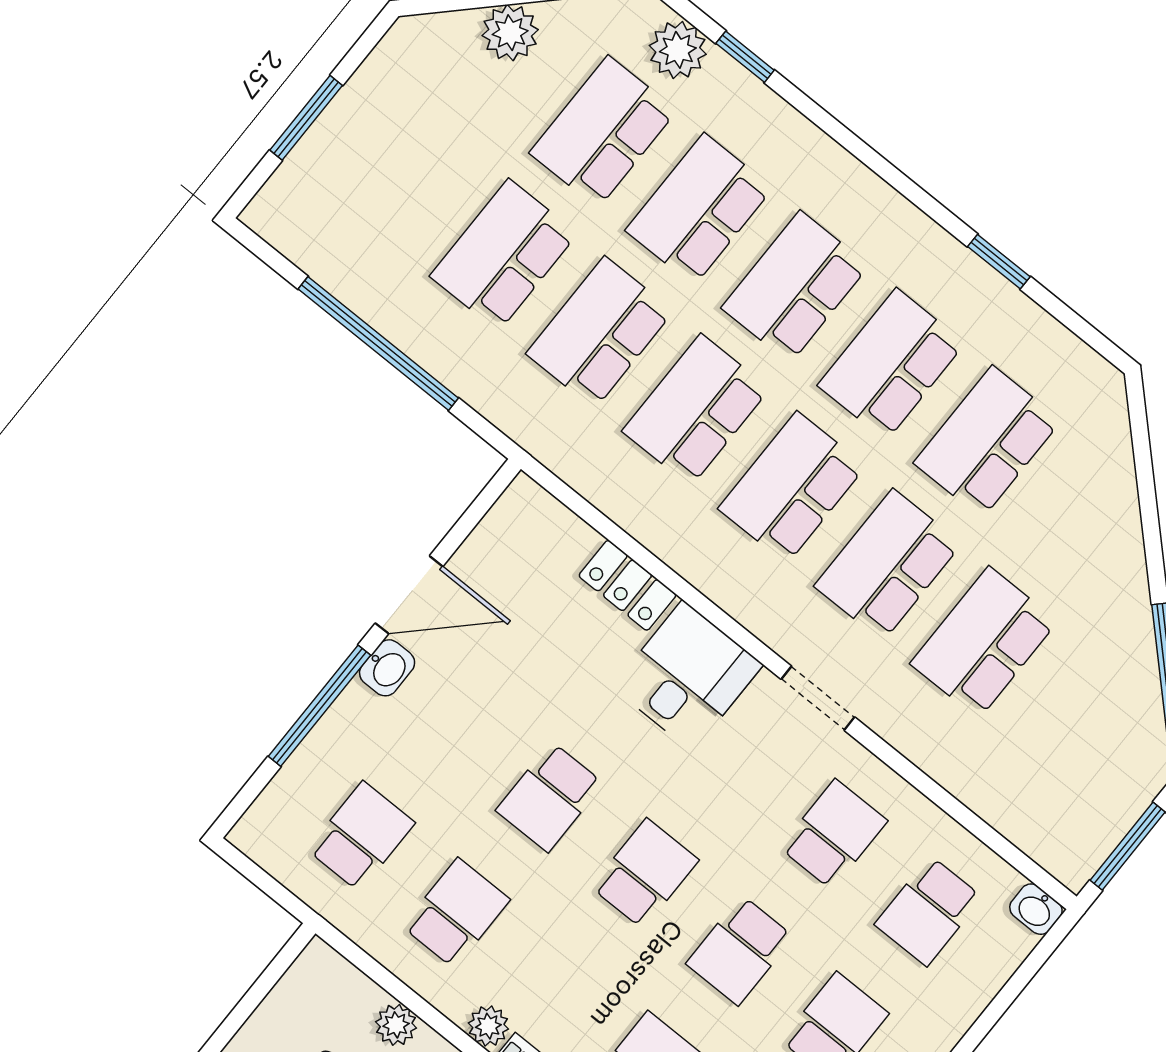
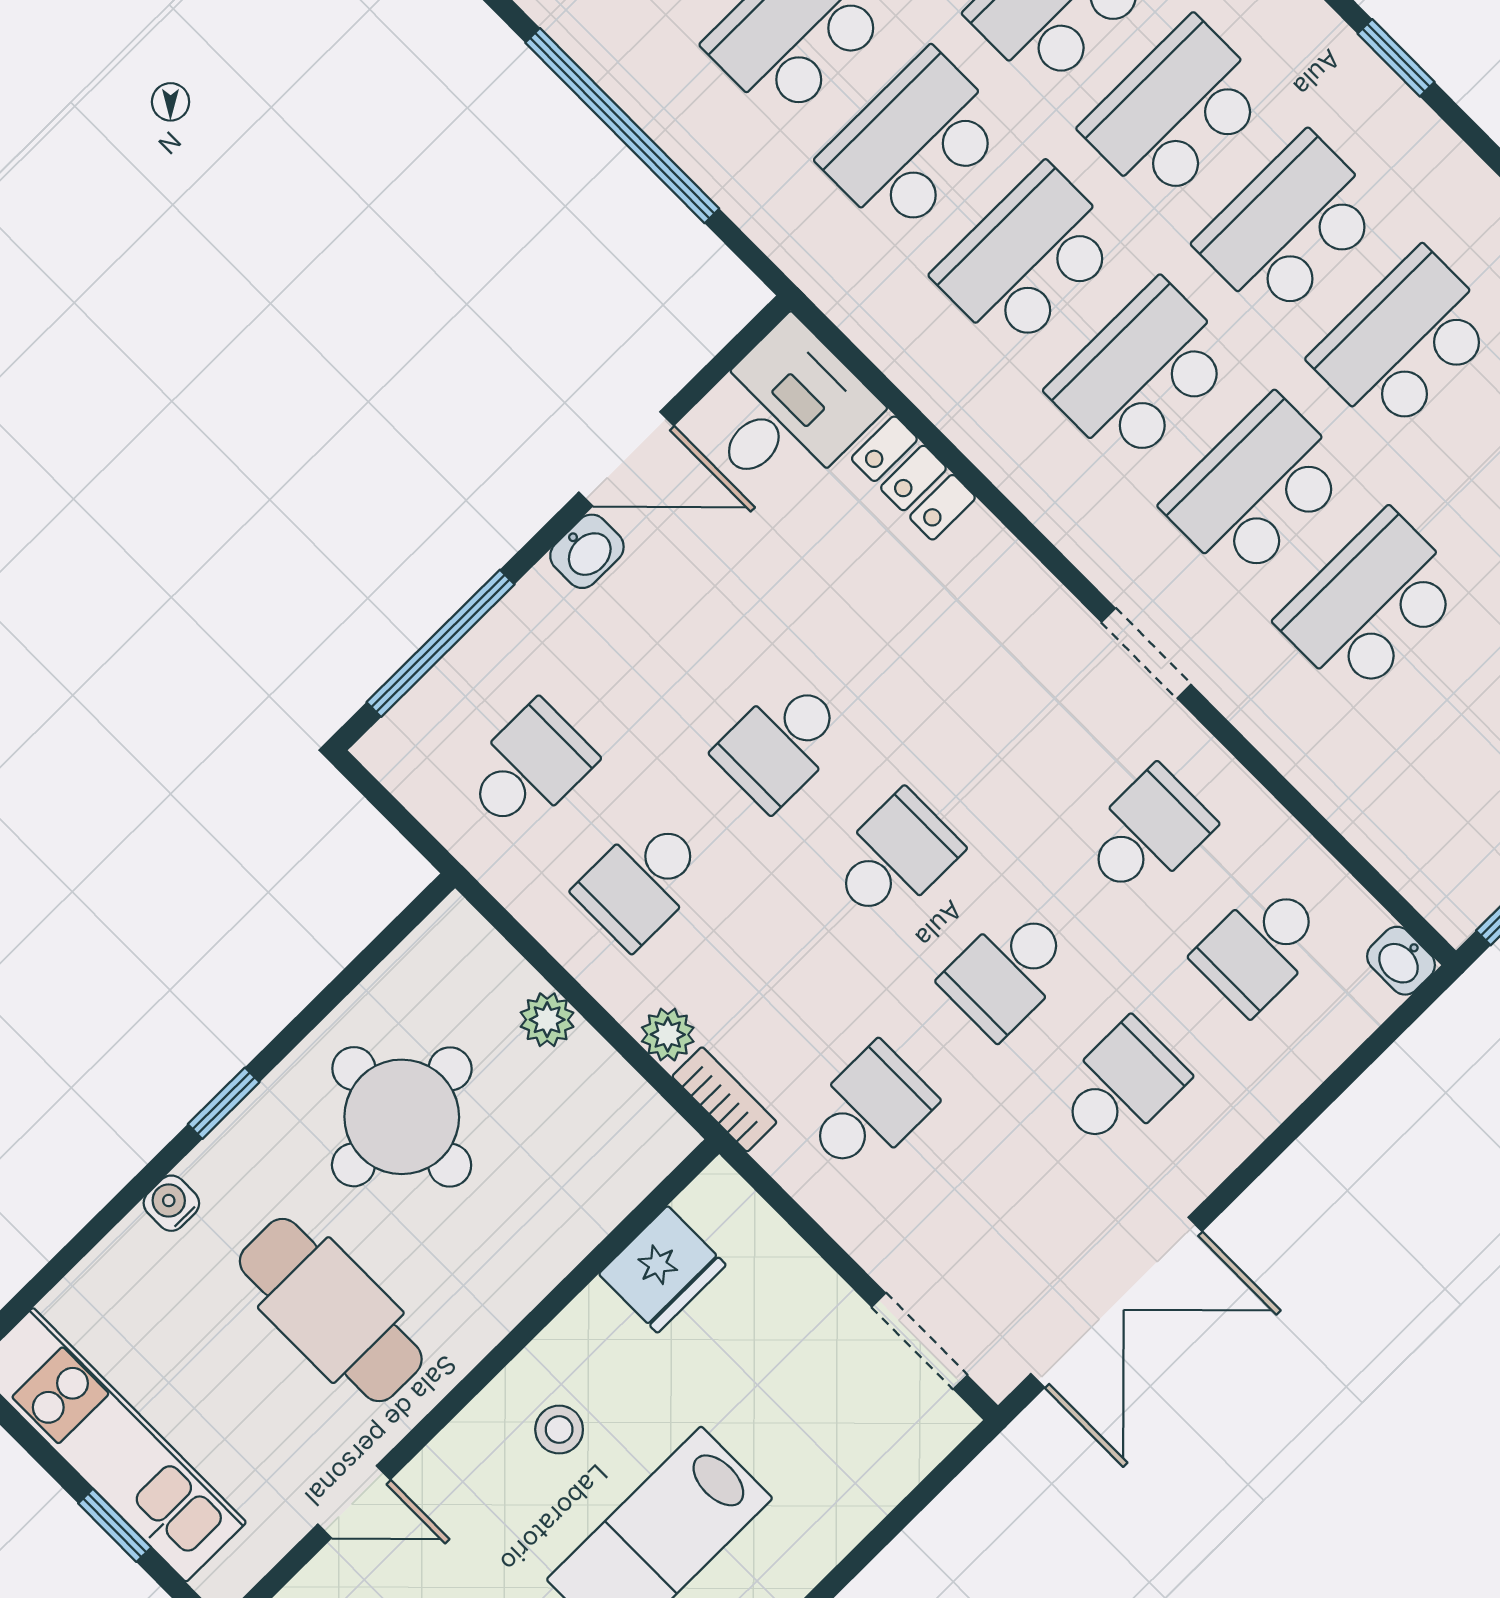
window: (999, 262) -> (1396, 58), moved
desk: (688, 676) -> (787, 412), moved
window: (319, 706) -> (441, 643), moved
school desk: (456, 913) -> (642, 882), turned 180

